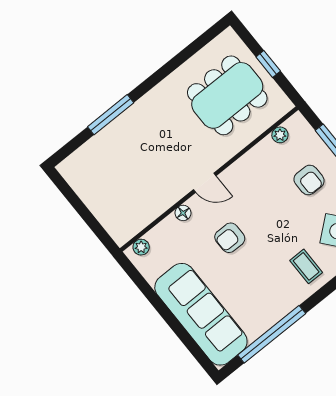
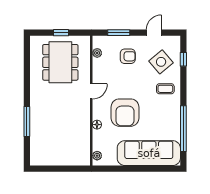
door: (205, 183) -> (91, 91), moved
armchair: (230, 238) -> (125, 113), width x1.88, depth x1.88

